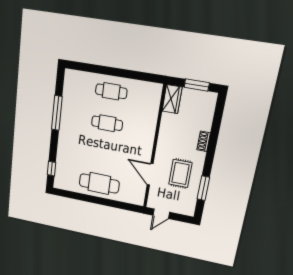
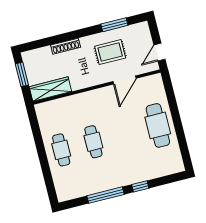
wardrobe: (172, 99) -> (50, 89), width x1.50
shoe rack: (204, 141) -> (66, 46), width x1.43
window: (51, 169) -> (140, 186), moved
door: (161, 214) -> (160, 52), swing flipped

